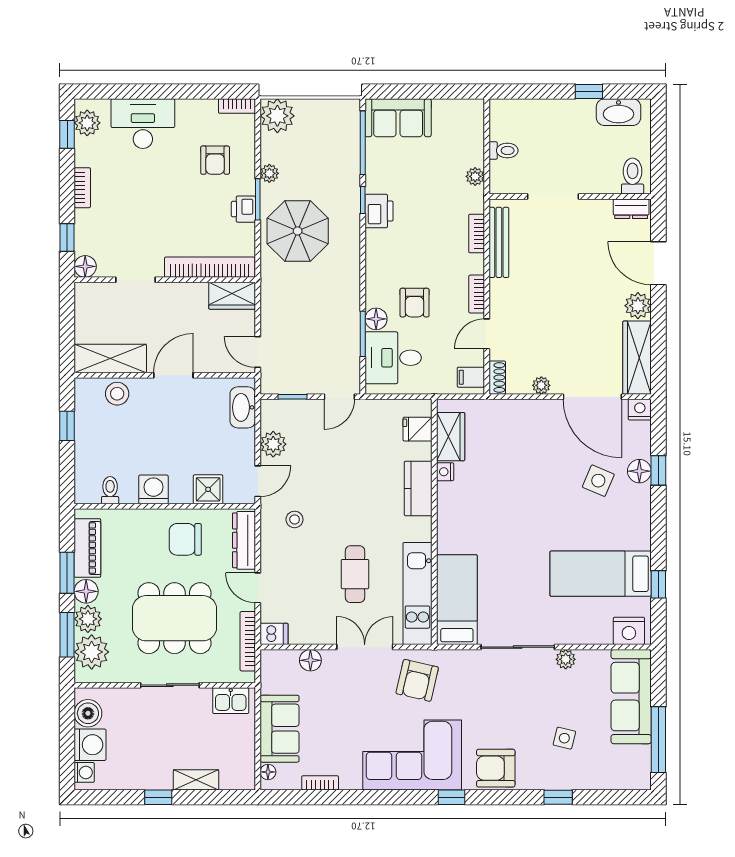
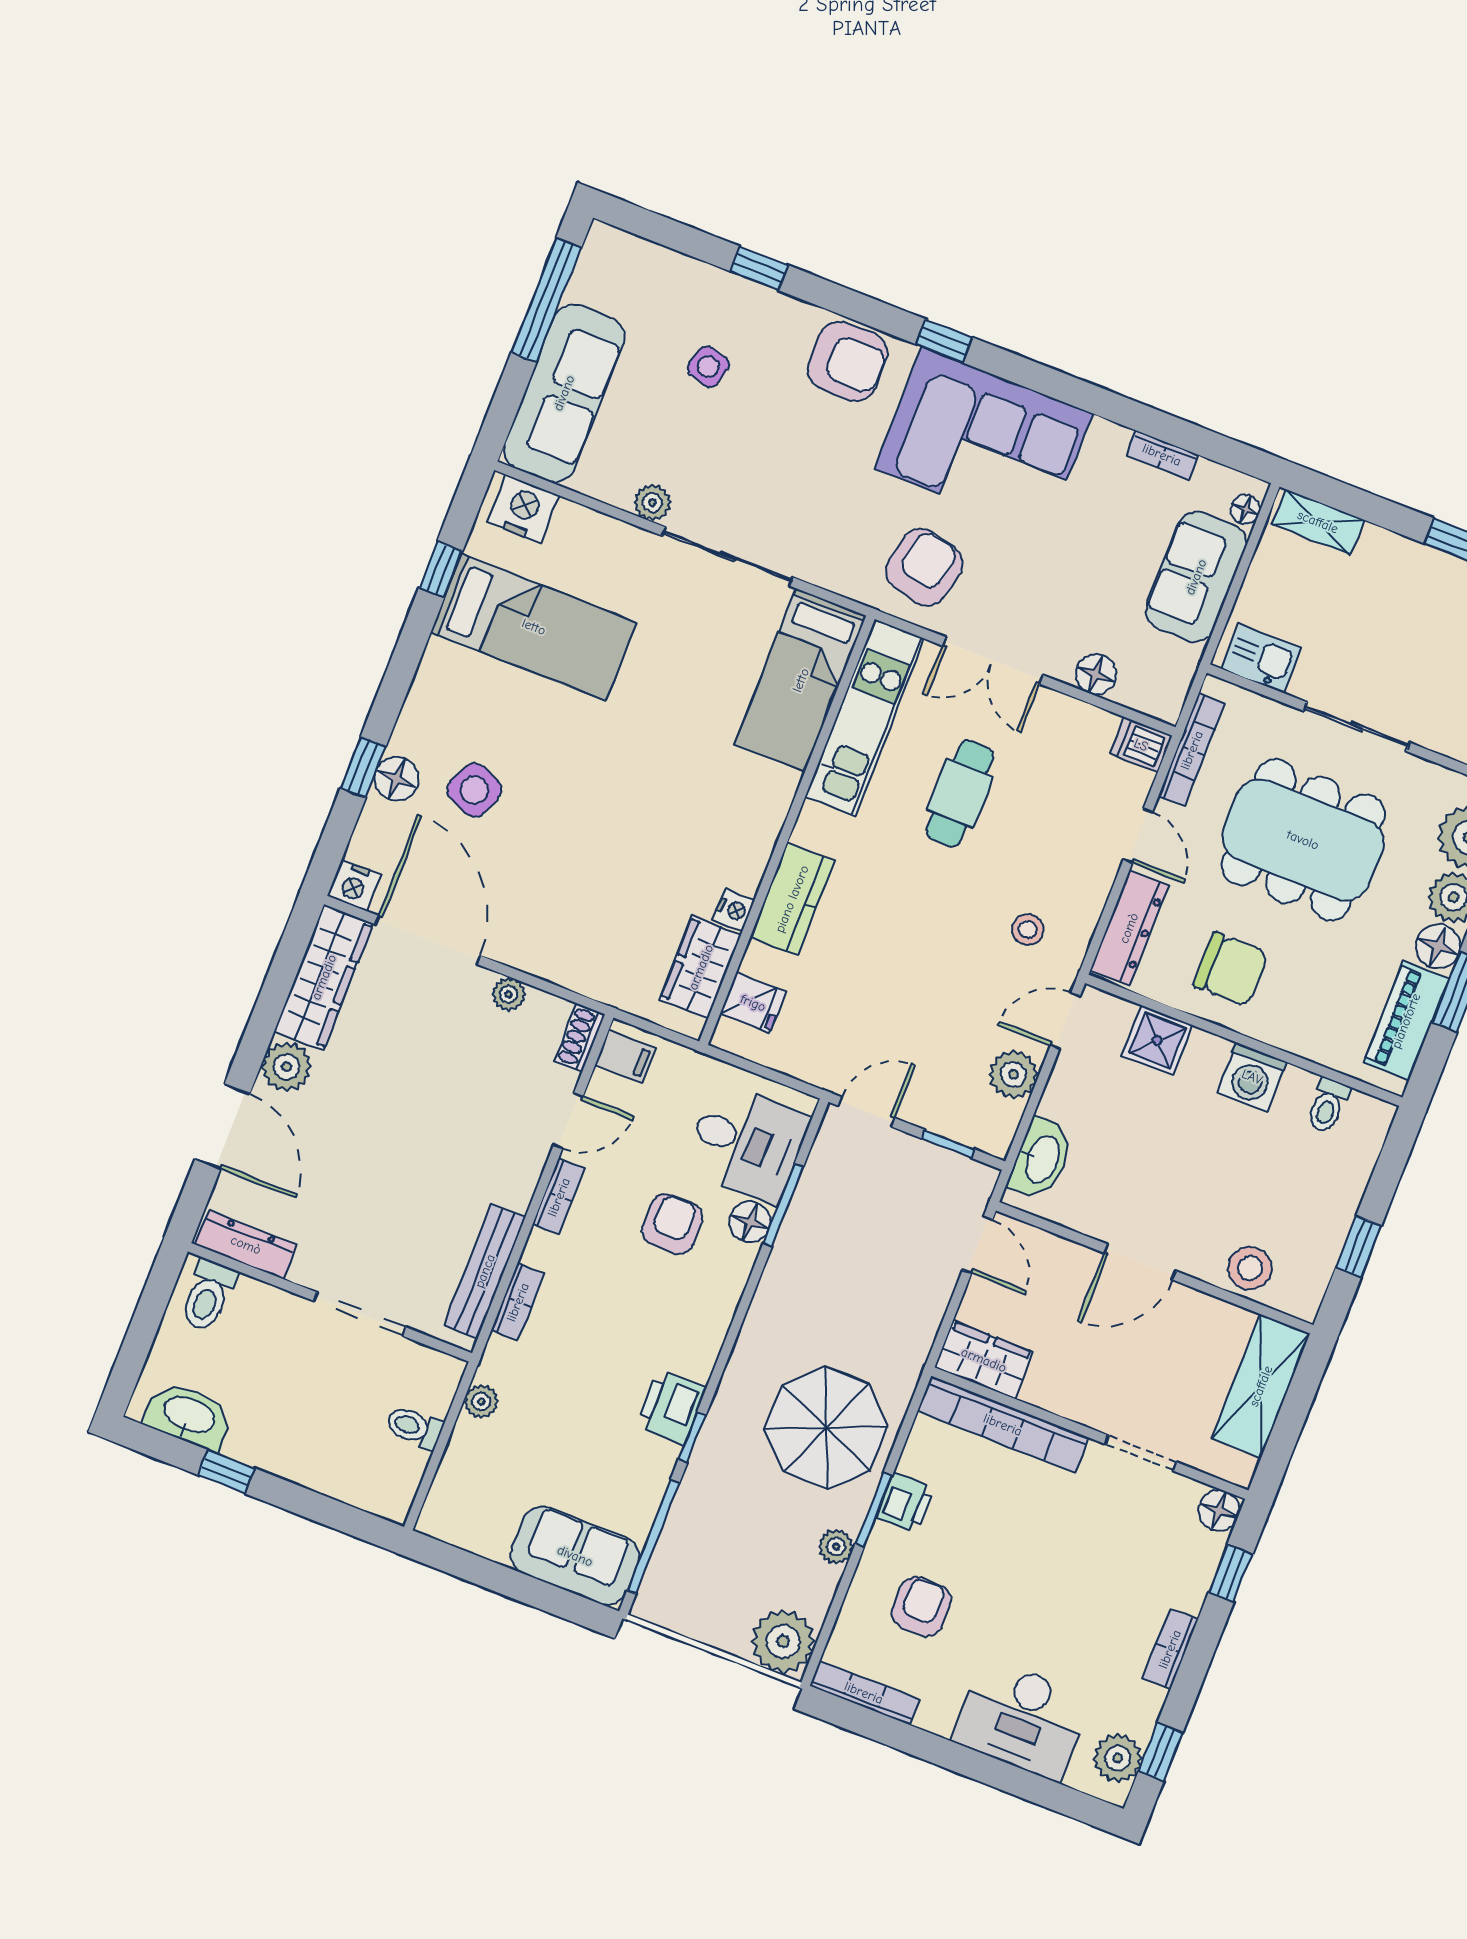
bookcase: (237, 106) -> (864, 1693), width x1.56
dresser: (631, 209) -> (246, 1245), width x1.44
shelving: (110, 358) -> (1261, 1386), moved, turned 90
shelving: (196, 780) -> (1318, 522), moved

